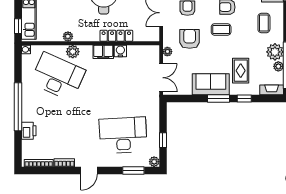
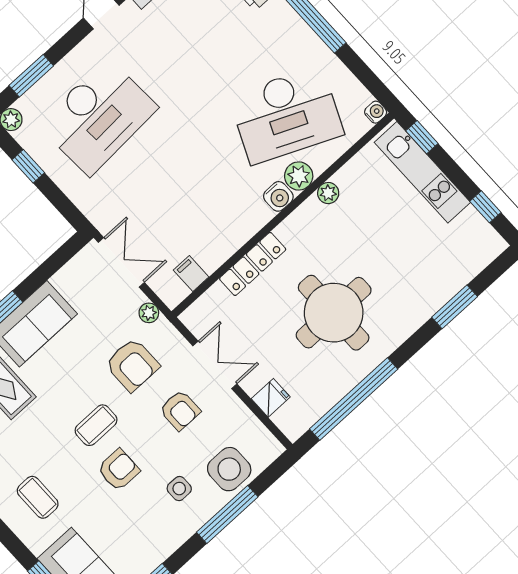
water cooler: (120, 51) -> (278, 196), moved
filing cabinet: (103, 52) -> (191, 274), moved, width x0.50
double door: (161, 78) -> (121, 262), swing flipped

